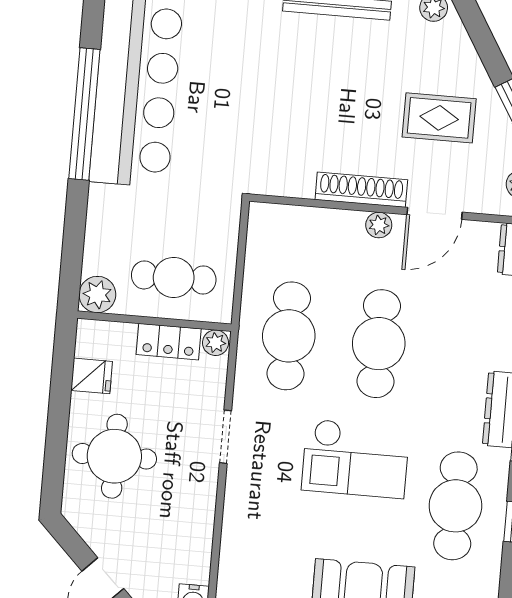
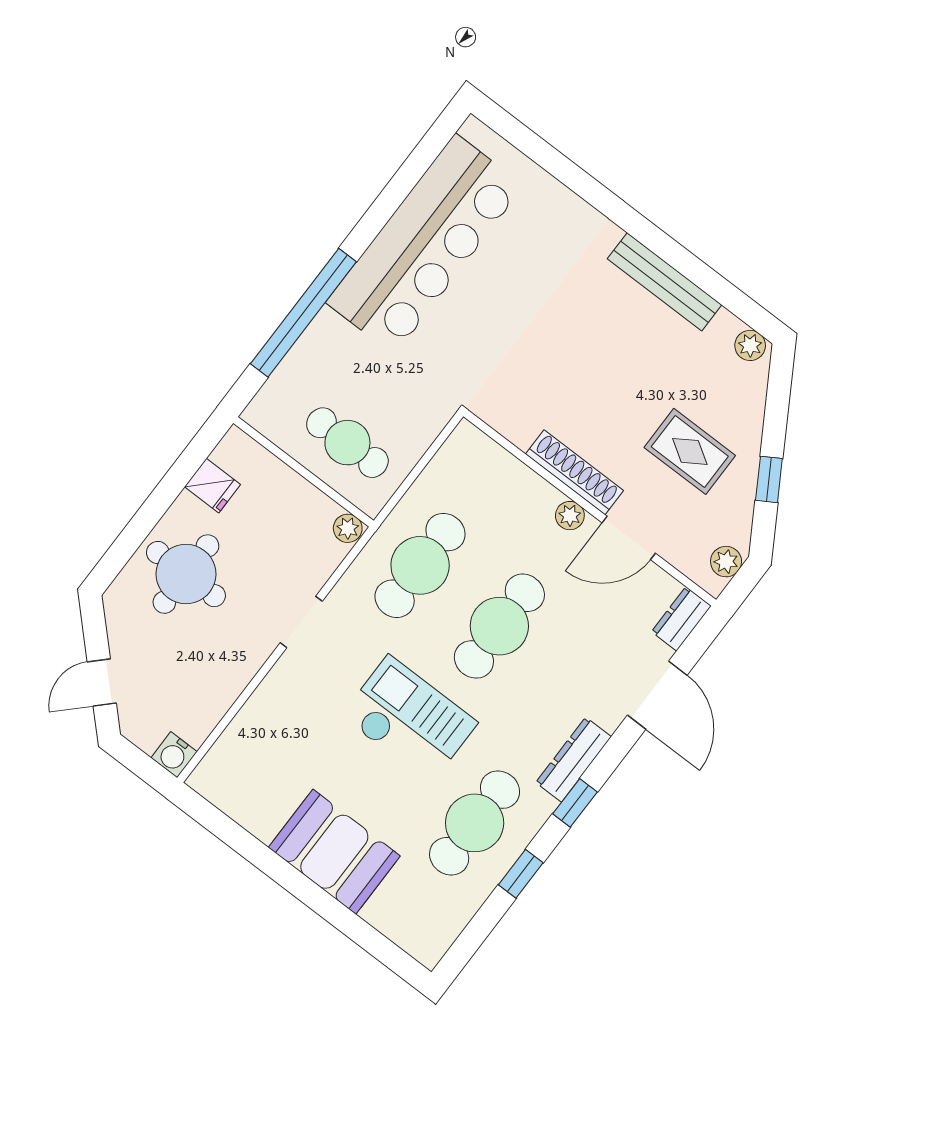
window: (84, 114) -> (303, 313), moved
plant: (97, 295) -> (266, 413), removed
locker: (169, 342) -> (305, 499), removed
checkout: (355, 459) -> (409, 719), turned 180

